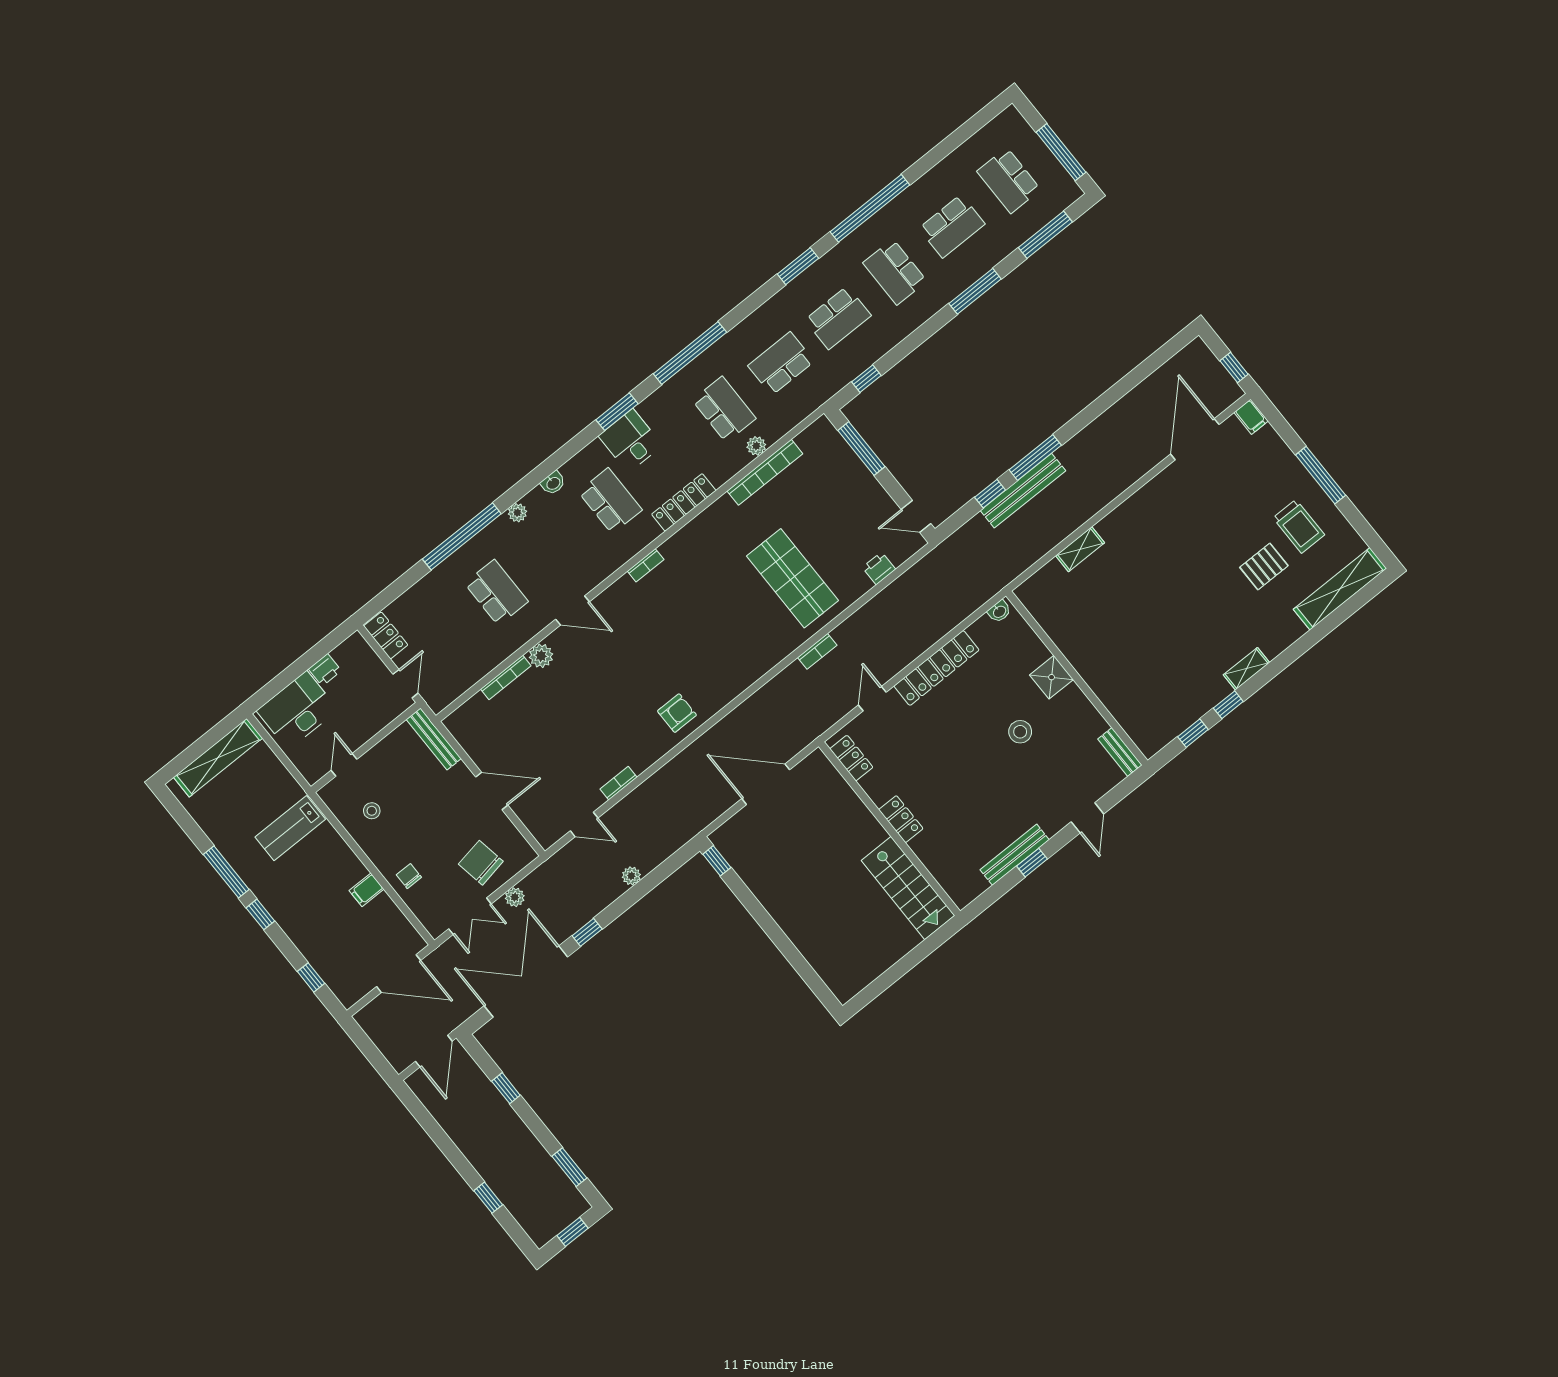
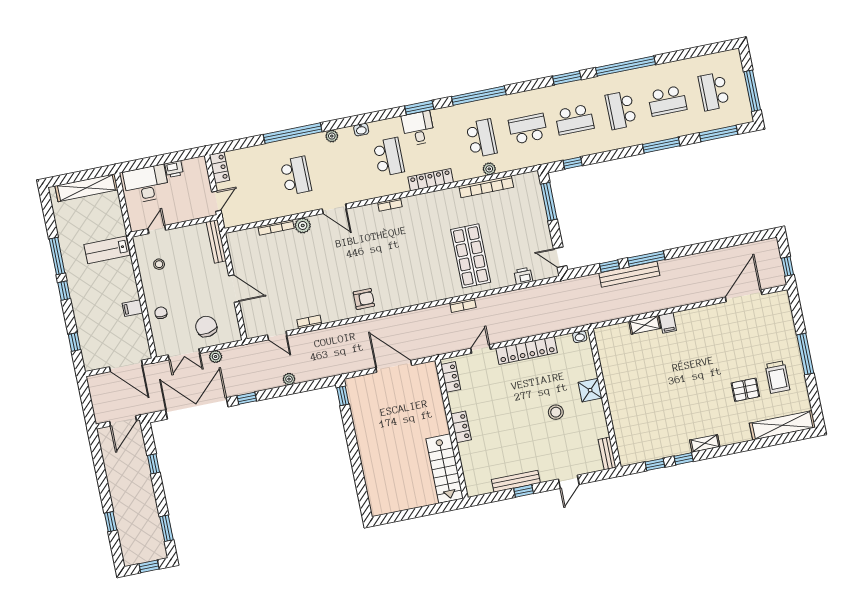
filing cabinet: (1251, 417) -> (668, 323), moved

